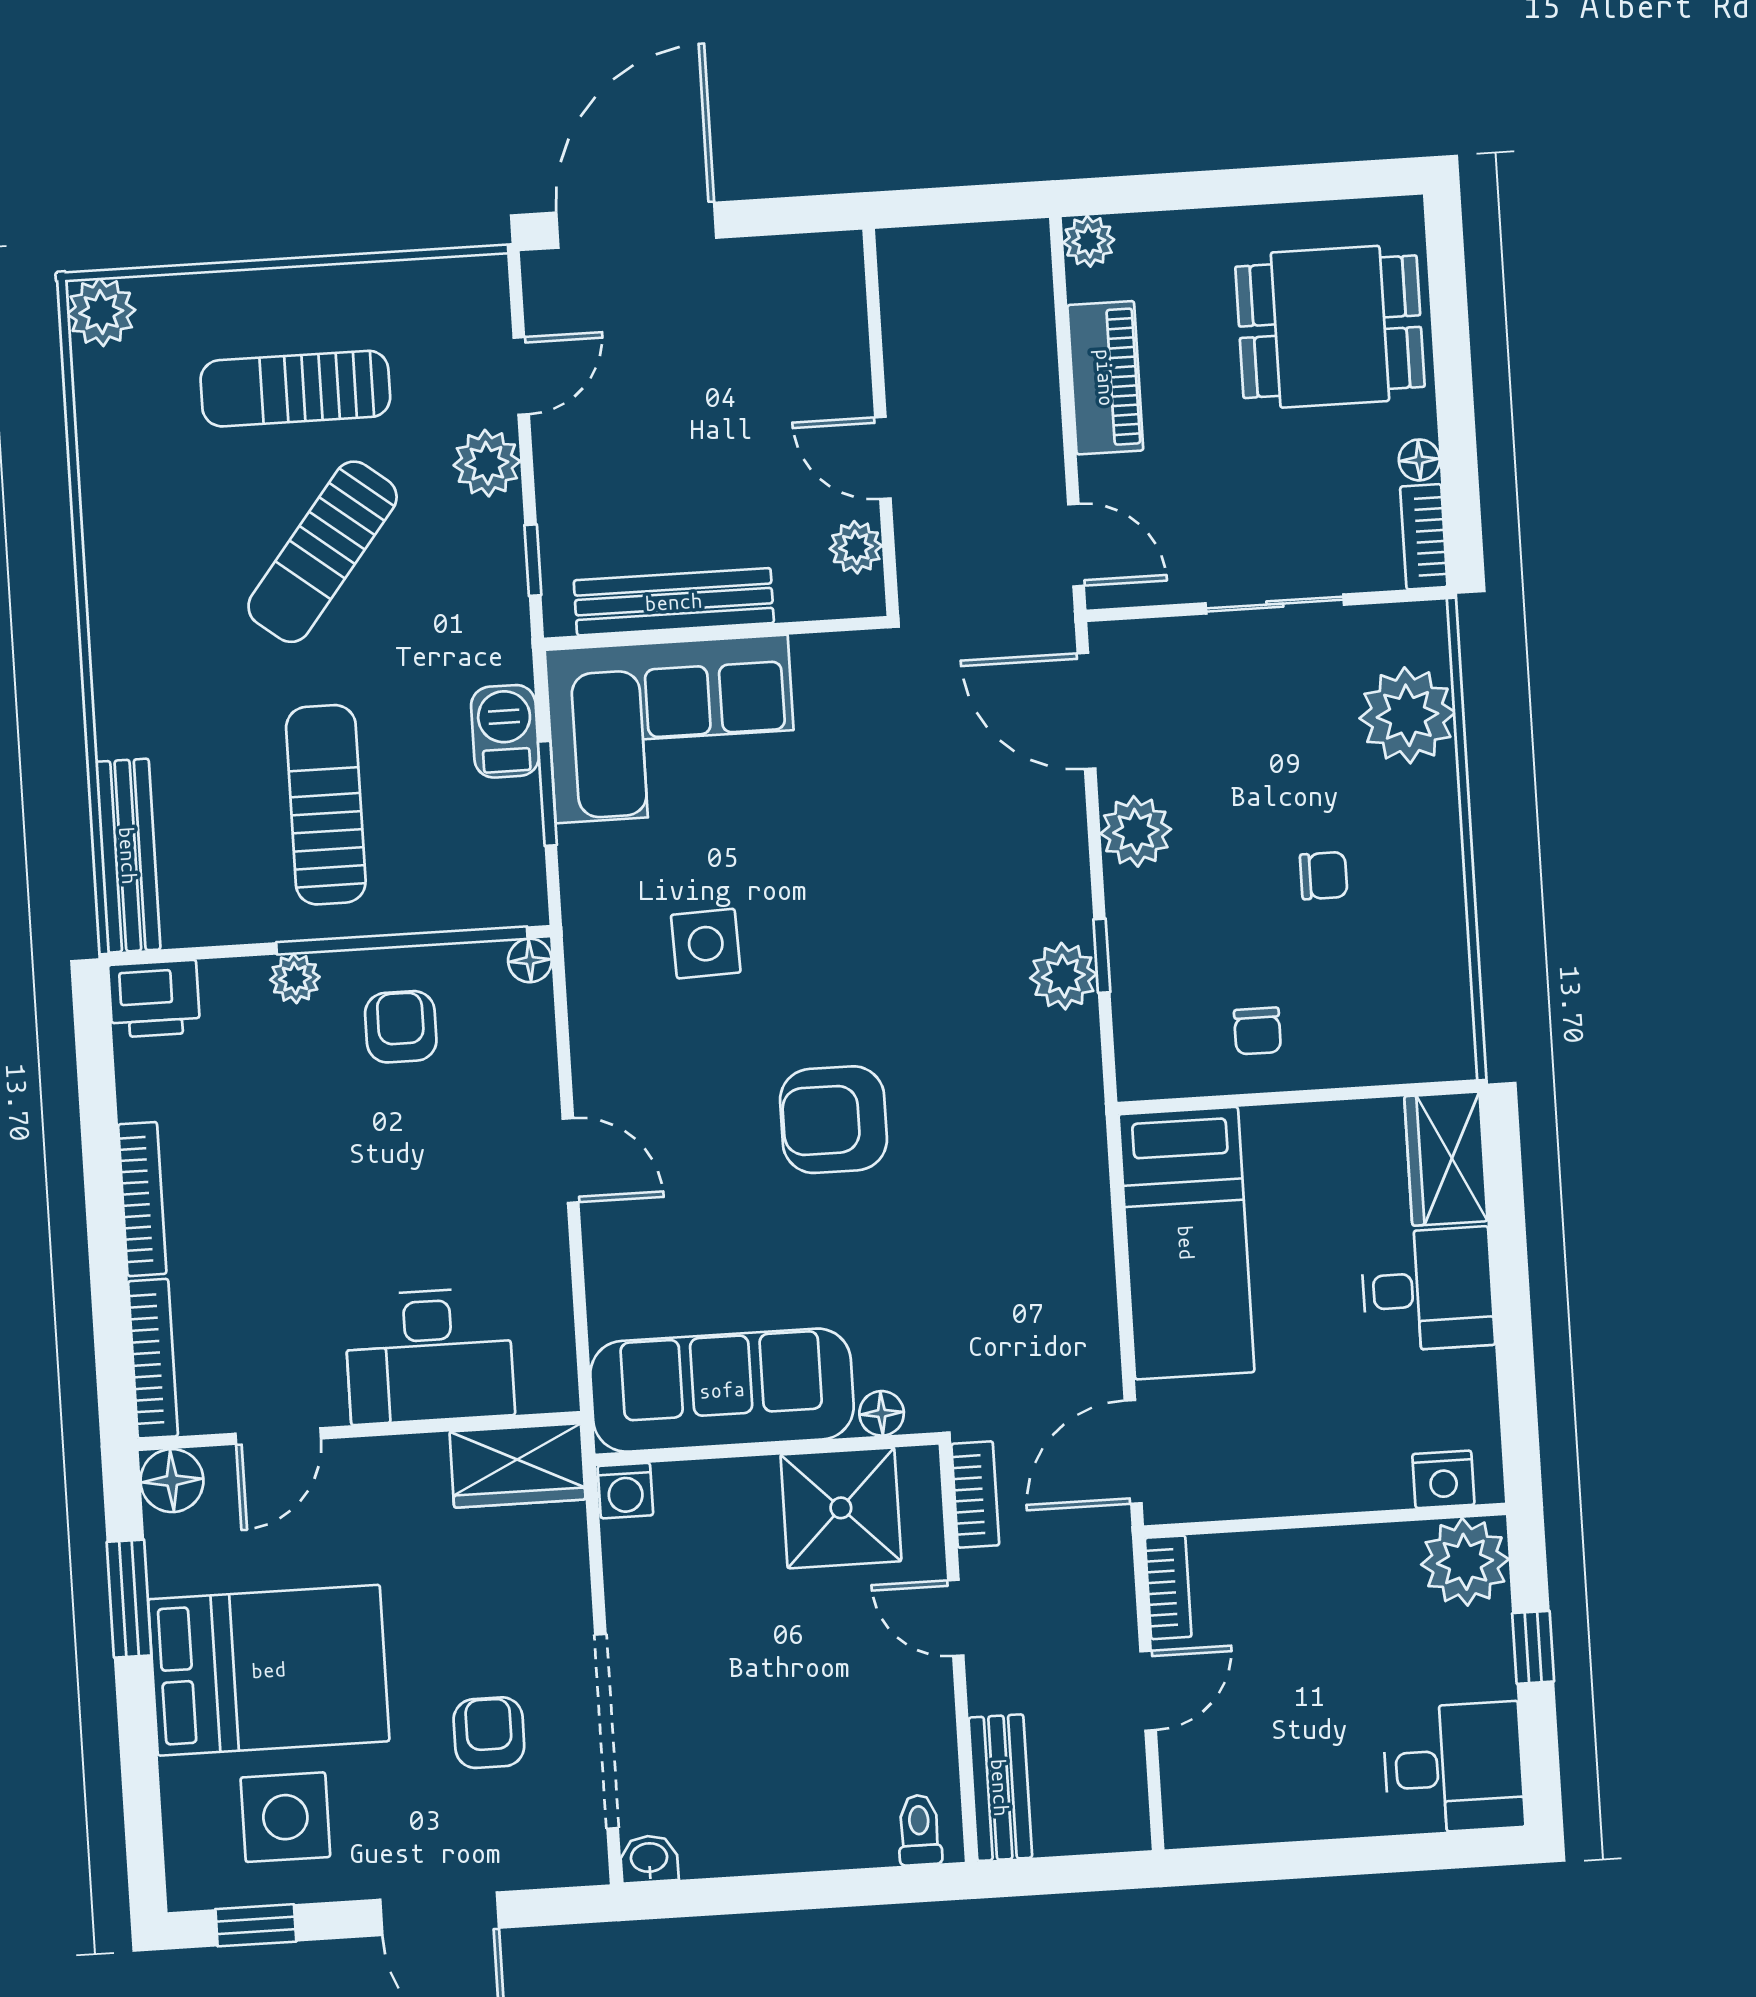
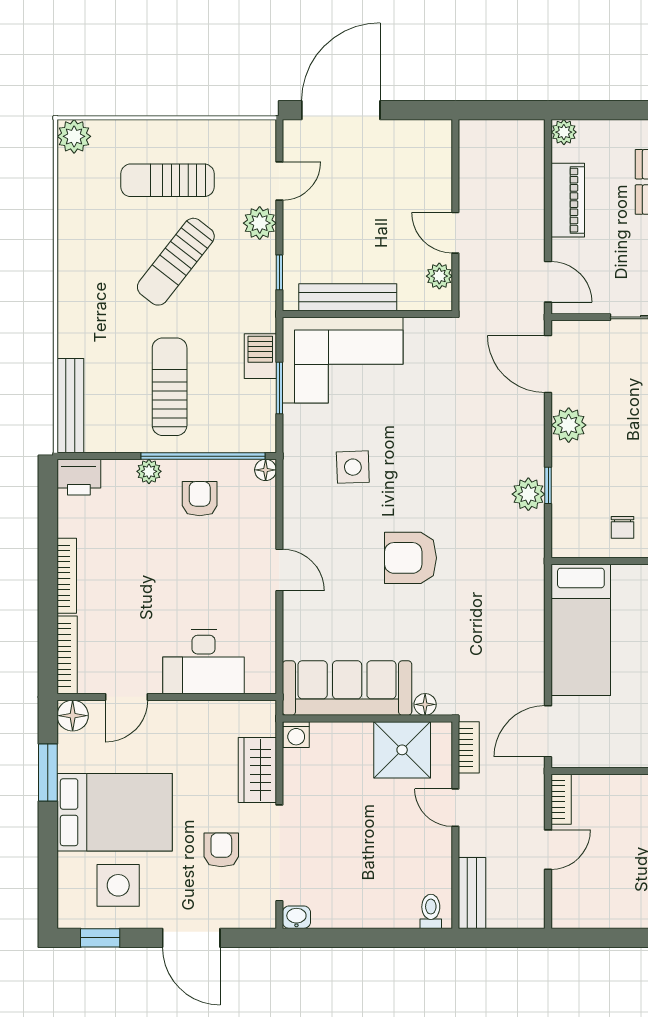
wardrobe: (517, 1466) -> (257, 770), moved, turned 90

